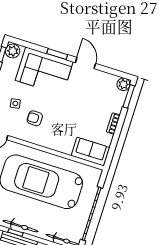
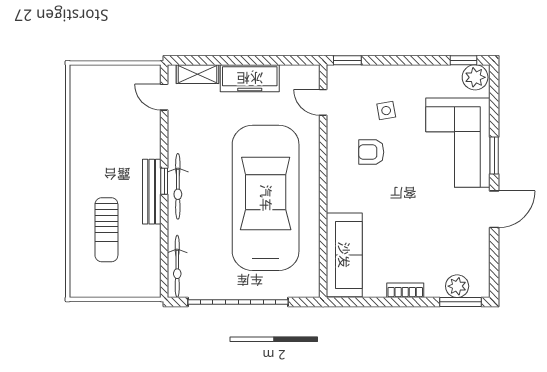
plant: (123, 84) -> (457, 286), moved
armchair: (35, 118) -> (371, 152), turned -90
sofa: (90, 152) -> (344, 255), width x1.36

